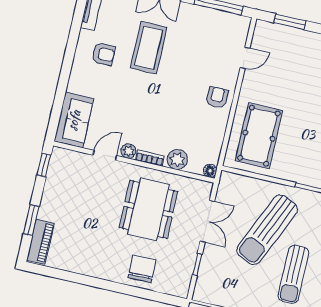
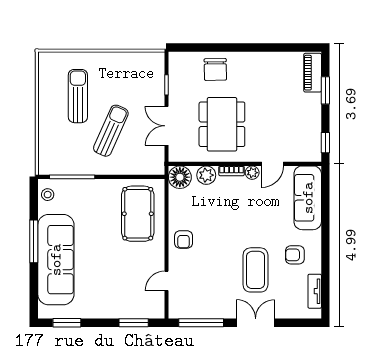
sofa: (74, 120) -> (308, 198), width x1.36
floor lamp: (210, 171) -> (180, 177), width x1.89, depth x1.89
sun lounger: (267, 230) -> (111, 131), width x0.73, depth x0.75

